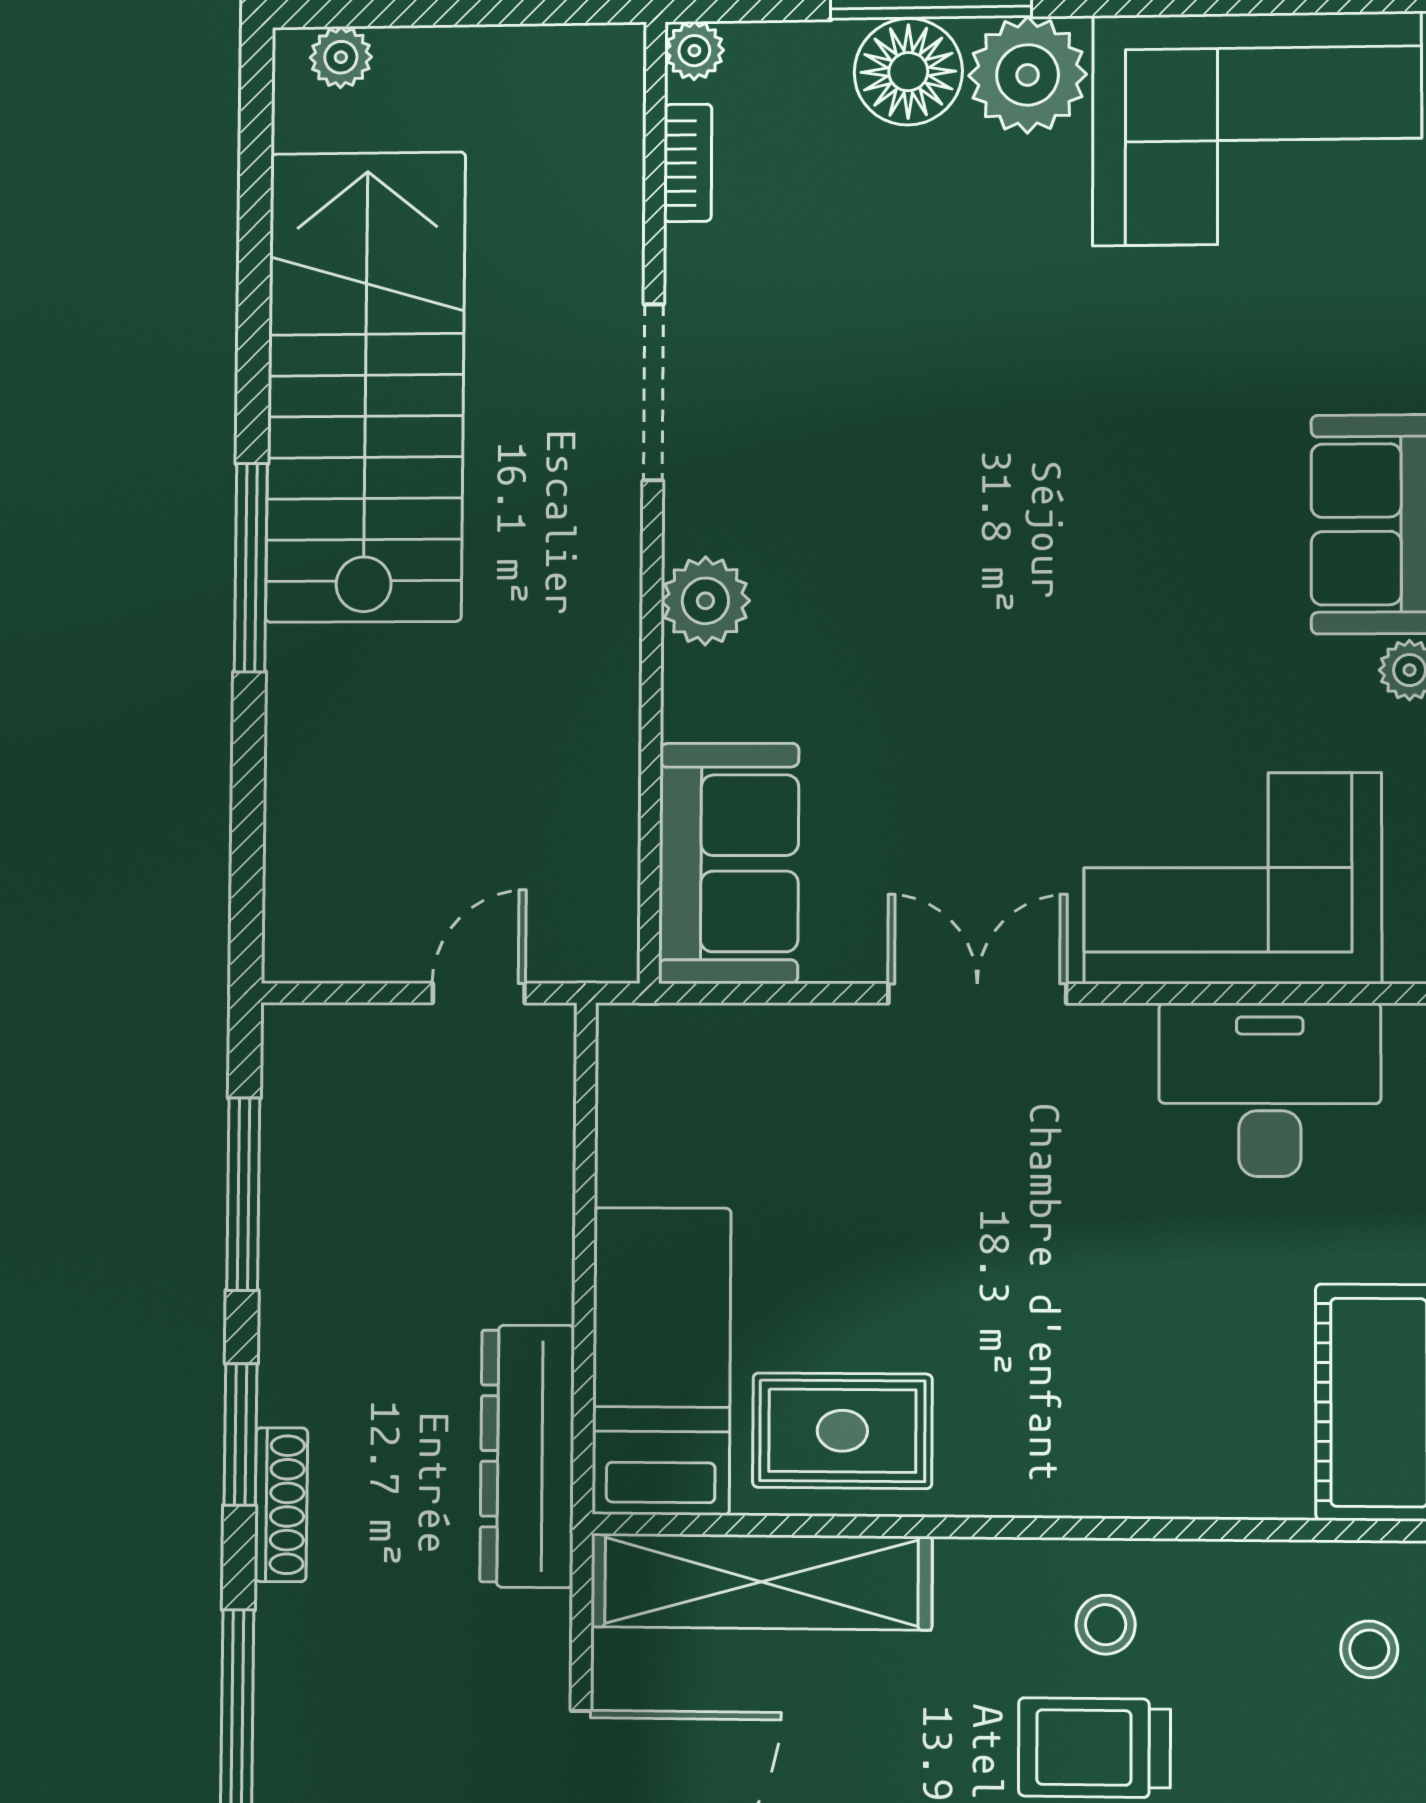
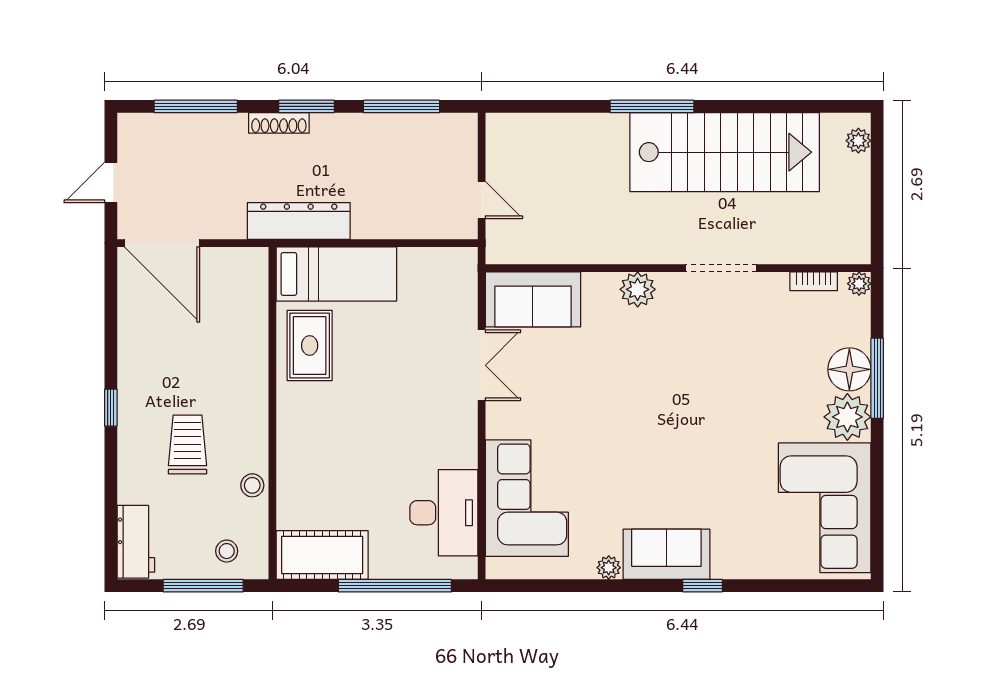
double door: (977, 993) -> (482, 365), moved
shelving: (761, 1582) -> (250, 314), removed
stool: (1106, 1625) -> (252, 485), moved

